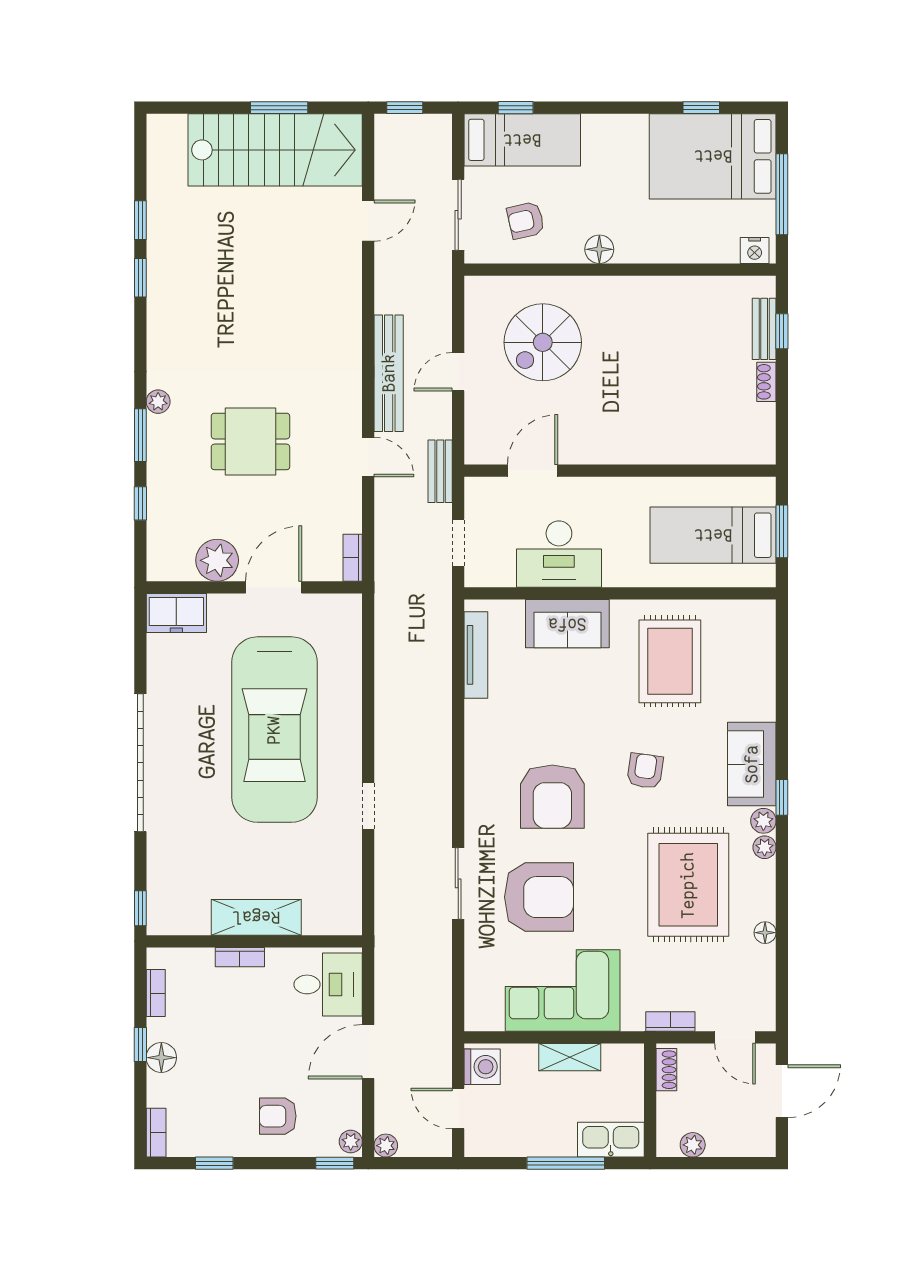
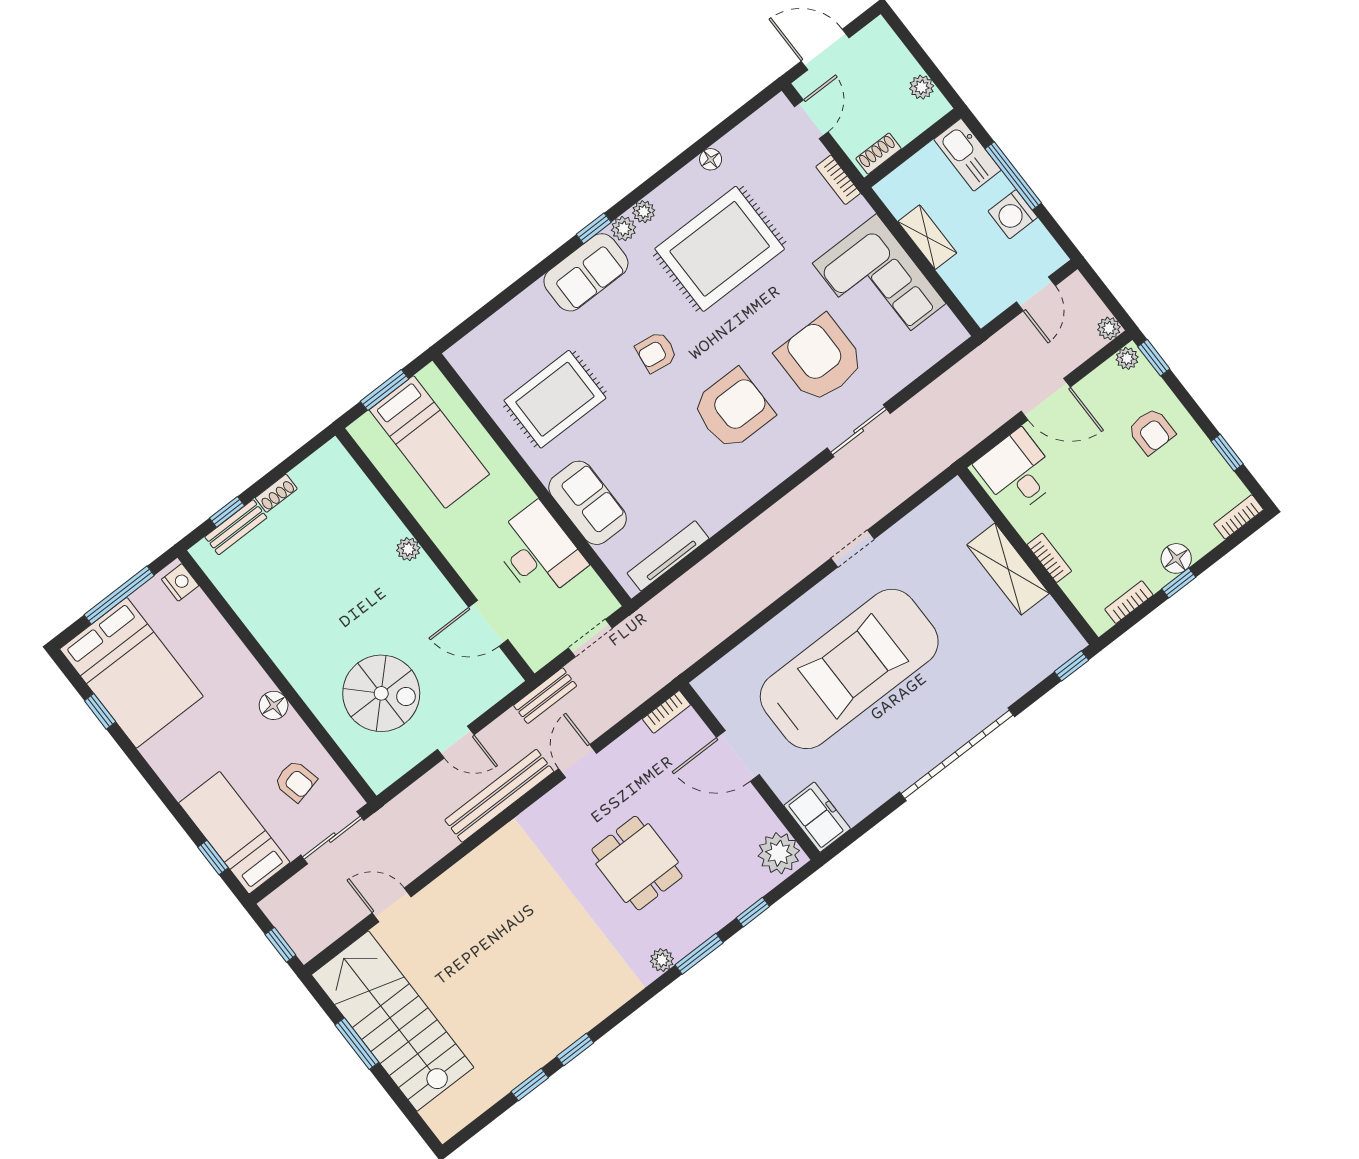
plant: (641, 453) -> (408, 549), added
plant: (217, 560) -> (779, 853), moved
washing machine: (482, 1067) -> (1013, 214), moved, turned -90

